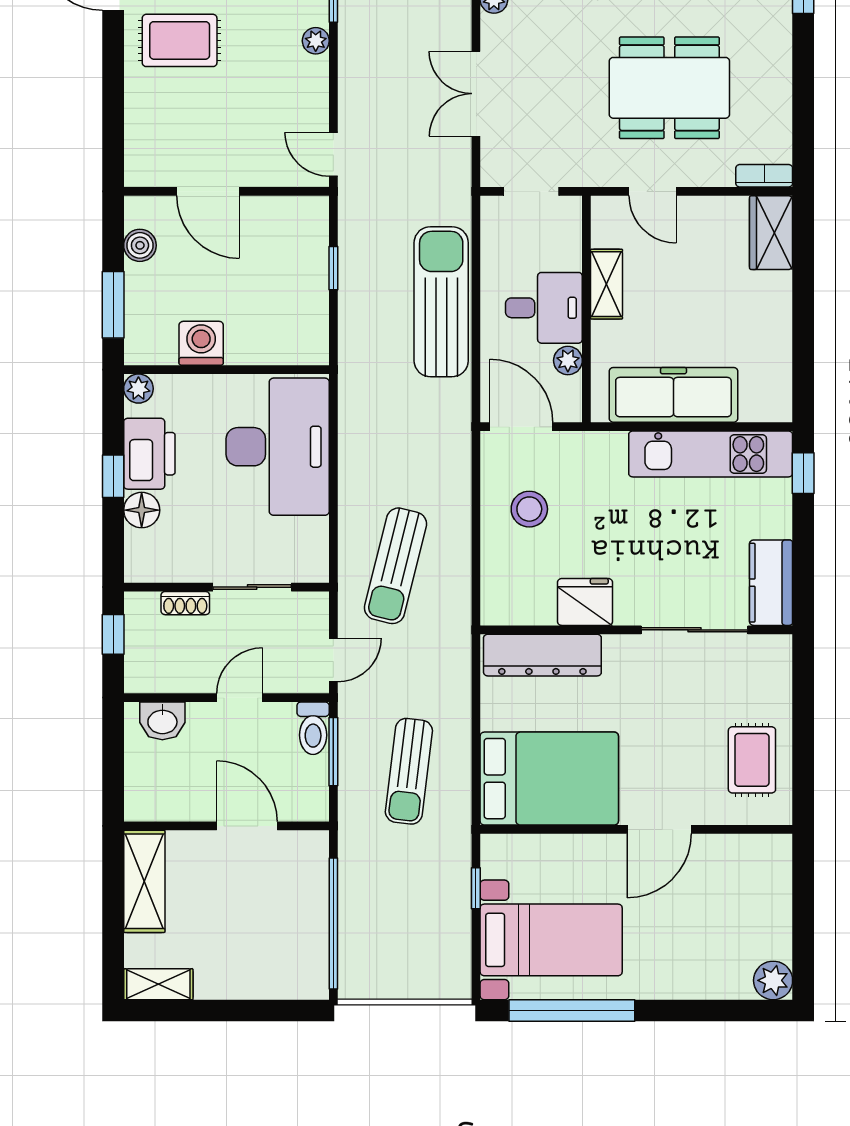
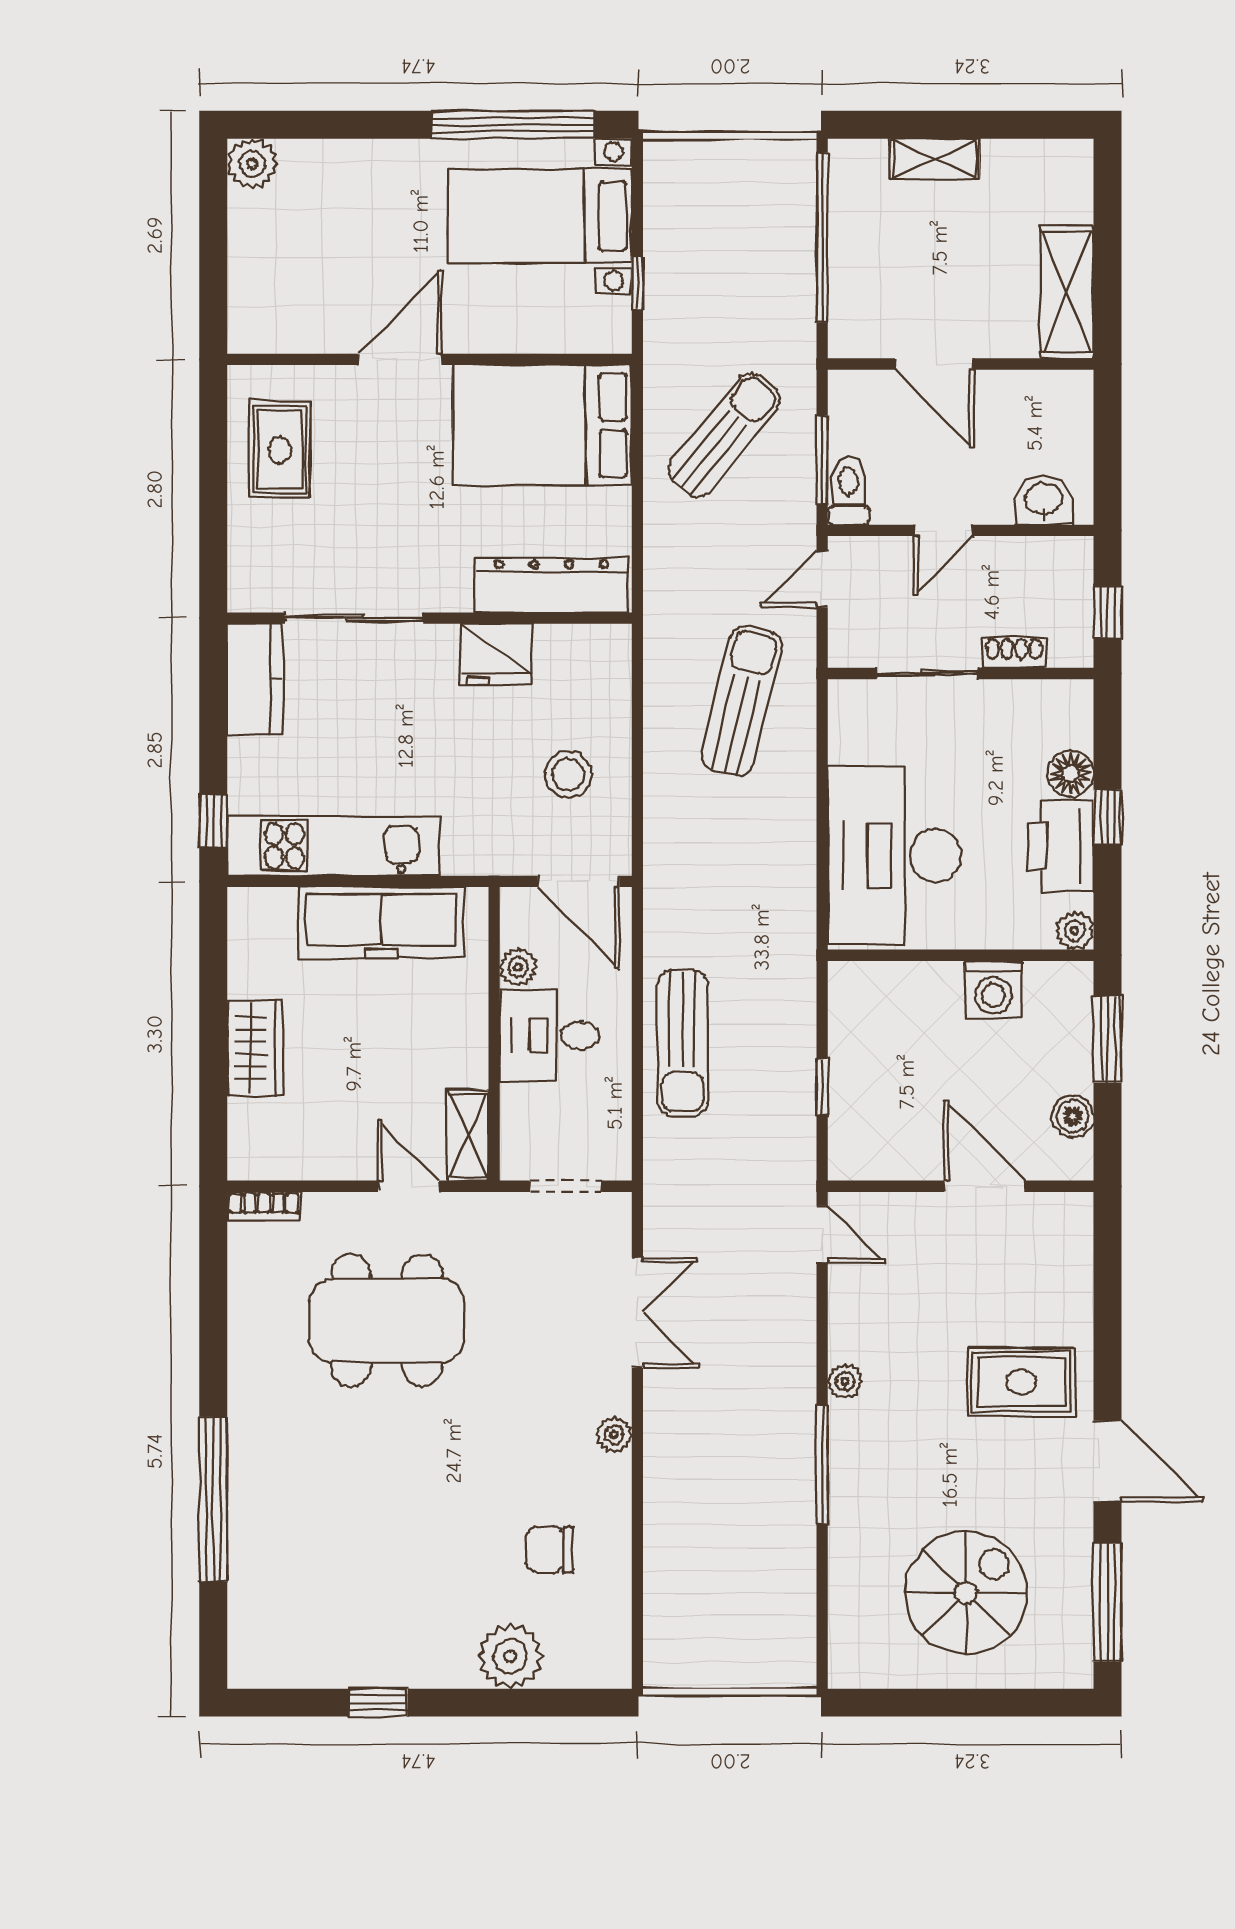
wardrobe: (771, 233) -> (255, 1048), moved
shelving: (607, 284) -> (468, 1135), moved
sun lounger: (441, 302) -> (682, 1043), width x0.73, depth x0.75
sun lounger: (409, 771) -> (724, 435), turned 32
shelving: (158, 984) -> (935, 159), moved

